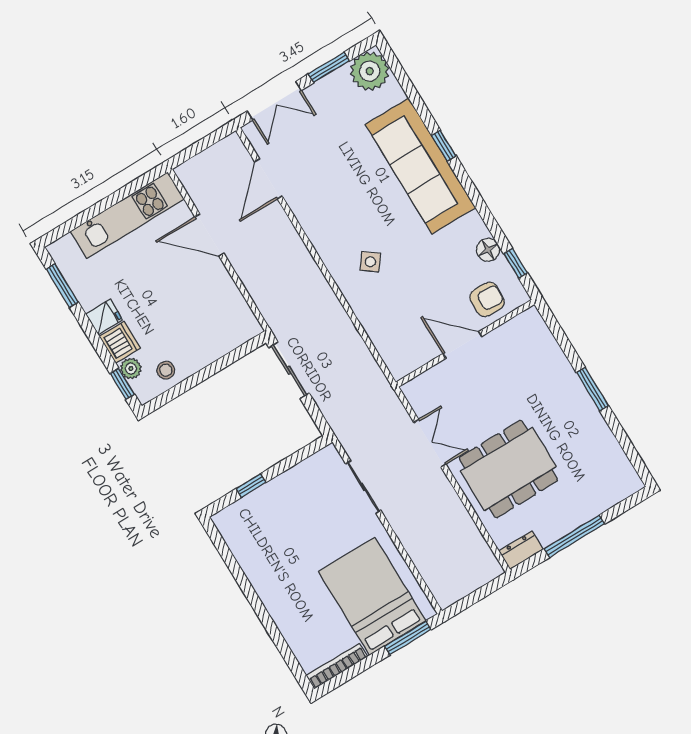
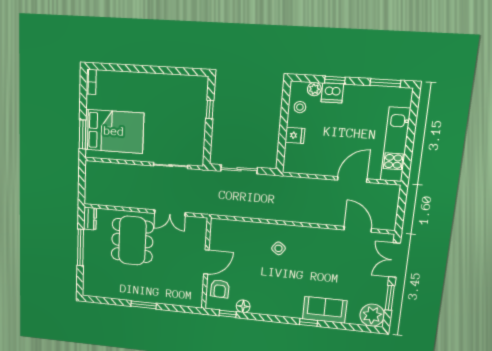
sofa: (420, 166) -> (325, 310), width x0.54, depth x0.79
fridge: (104, 317) -> (295, 135), moved, turned -90
sliding door: (289, 370) -> (239, 169), moved
window: (122, 384) -> (335, 80), moved
bookcase: (337, 666) -> (91, 82), width x0.64

